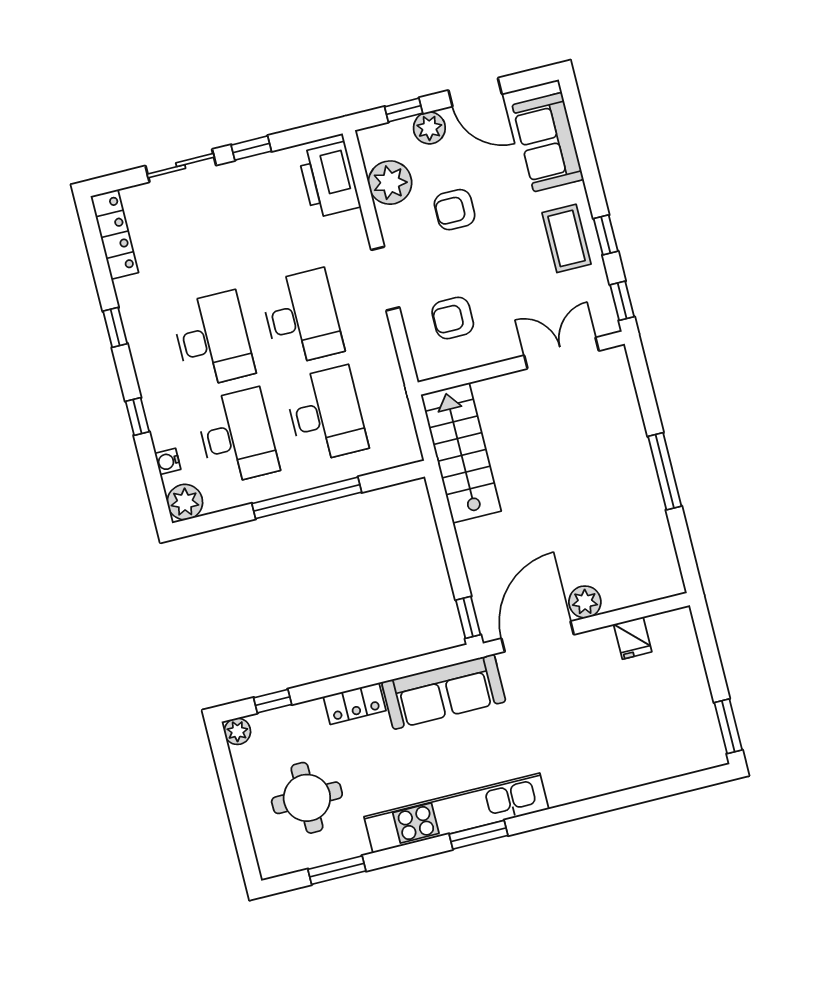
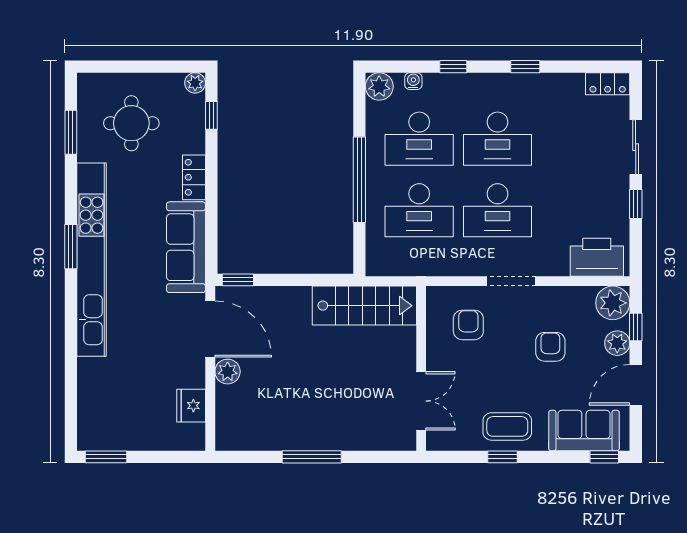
plant: (390, 183) -> (613, 303), moved
locker: (115, 234) -> (608, 84), width x0.66
window: (622, 301) -> (604, 457), moved
fridge: (633, 638) -> (191, 406), width x1.38
kitchen unit: (456, 813) -> (92, 260), width x1.36

